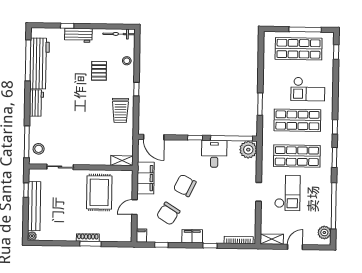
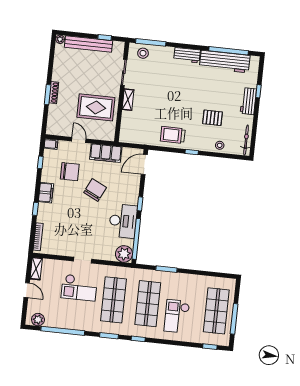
desk: (214, 154) -> (123, 221), width x1.37
shelving: (122, 161) -> (128, 100), moved
chair: (168, 214) -> (70, 172), turned 148

